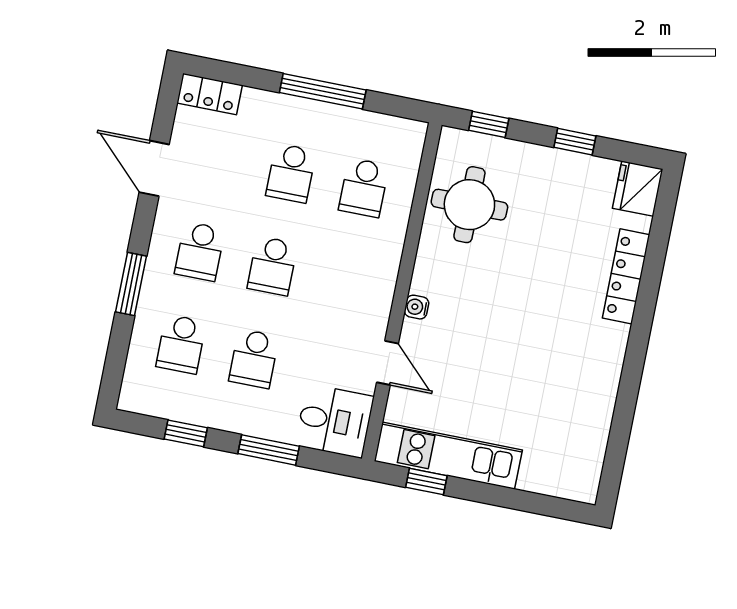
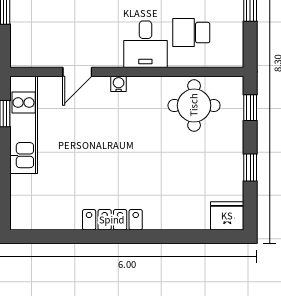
locker: (626, 276) -> (112, 220), moved
desk: (334, 421) -> (145, 44), moved

